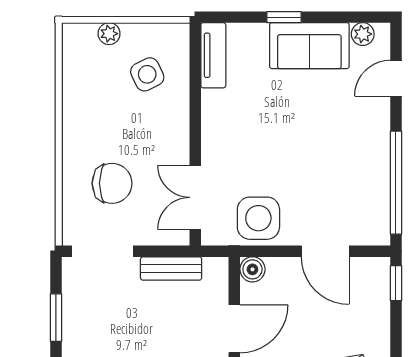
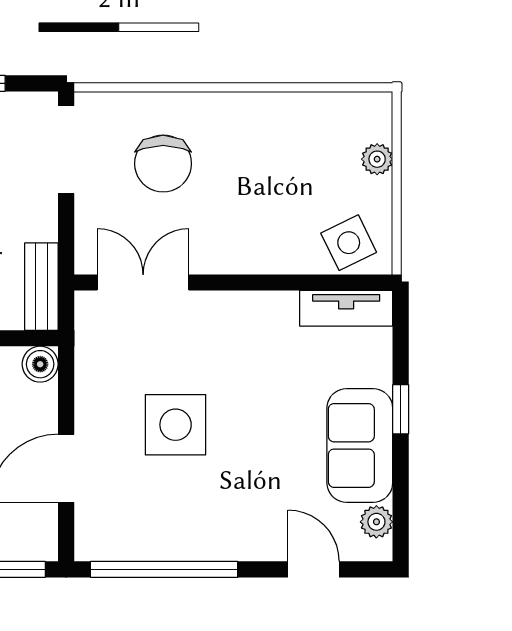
side table: (147, 74) -> (349, 243), moved
side table: (258, 218) -> (176, 425), moved
bench: (171, 268) -> (41, 287), moved

